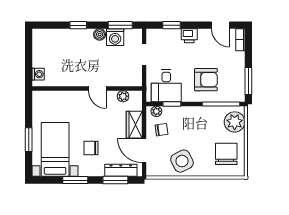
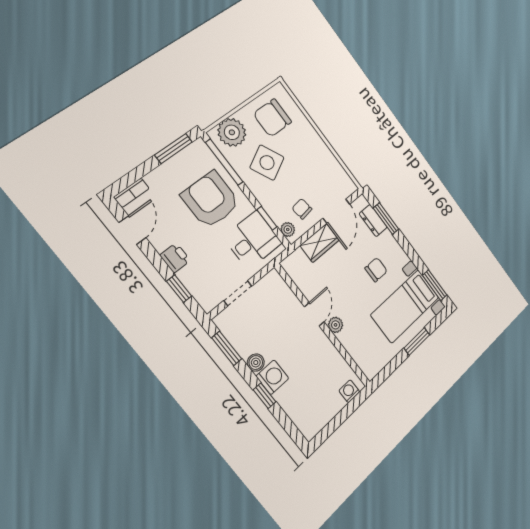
washing machine: (115, 37) -> (272, 377), moved
armchair: (206, 80) -> (211, 200), width x1.36, depth x1.36
plant: (123, 96) -> (336, 325), moved
chair: (91, 148) -> (376, 270), turned -90
side table: (182, 161) -> (267, 163), moved
dresser: (121, 170) -> (373, 221), width x0.70
window: (75, 180) -> (435, 285), moved

